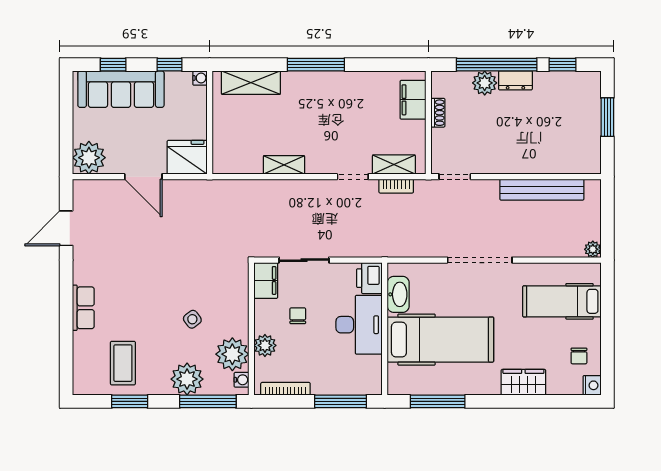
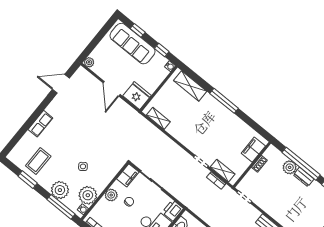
plant: (89, 158) -> (89, 62), width x0.53, depth x0.53
shelving: (284, 165) -> (158, 118), moved
plant: (265, 345) -> (111, 195), moved

